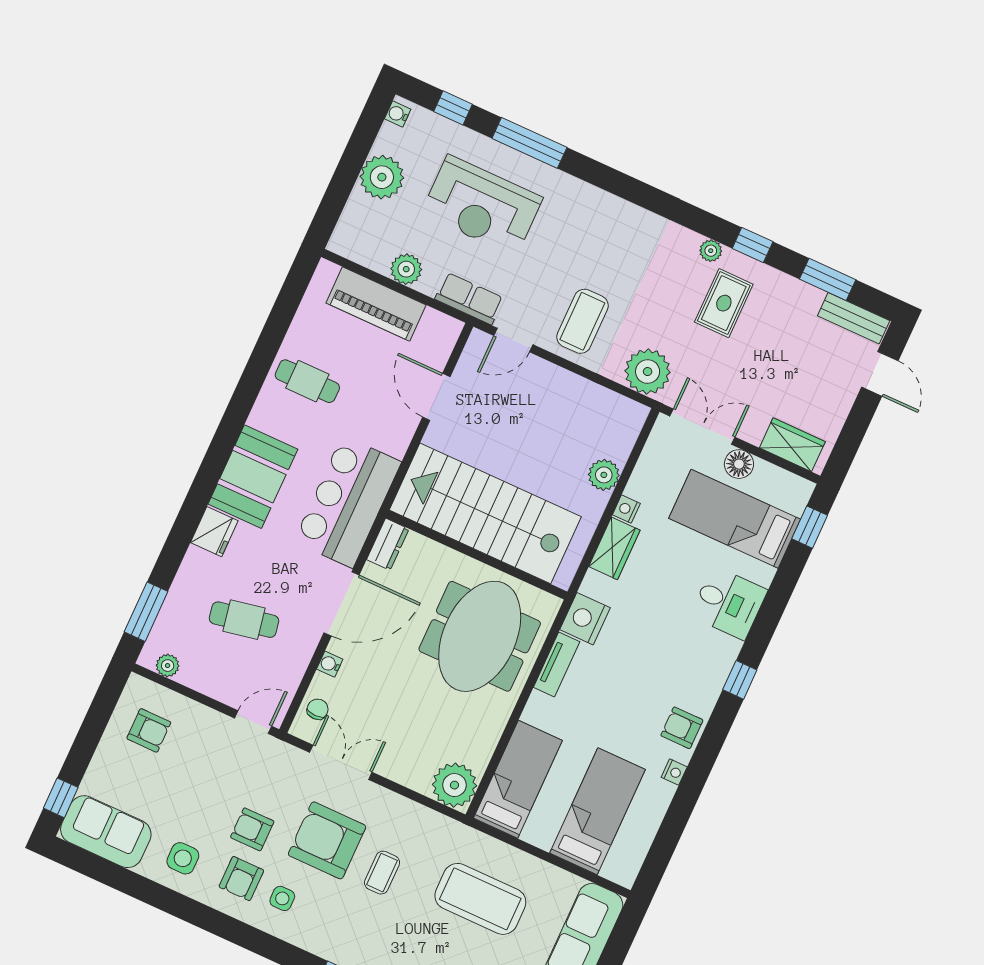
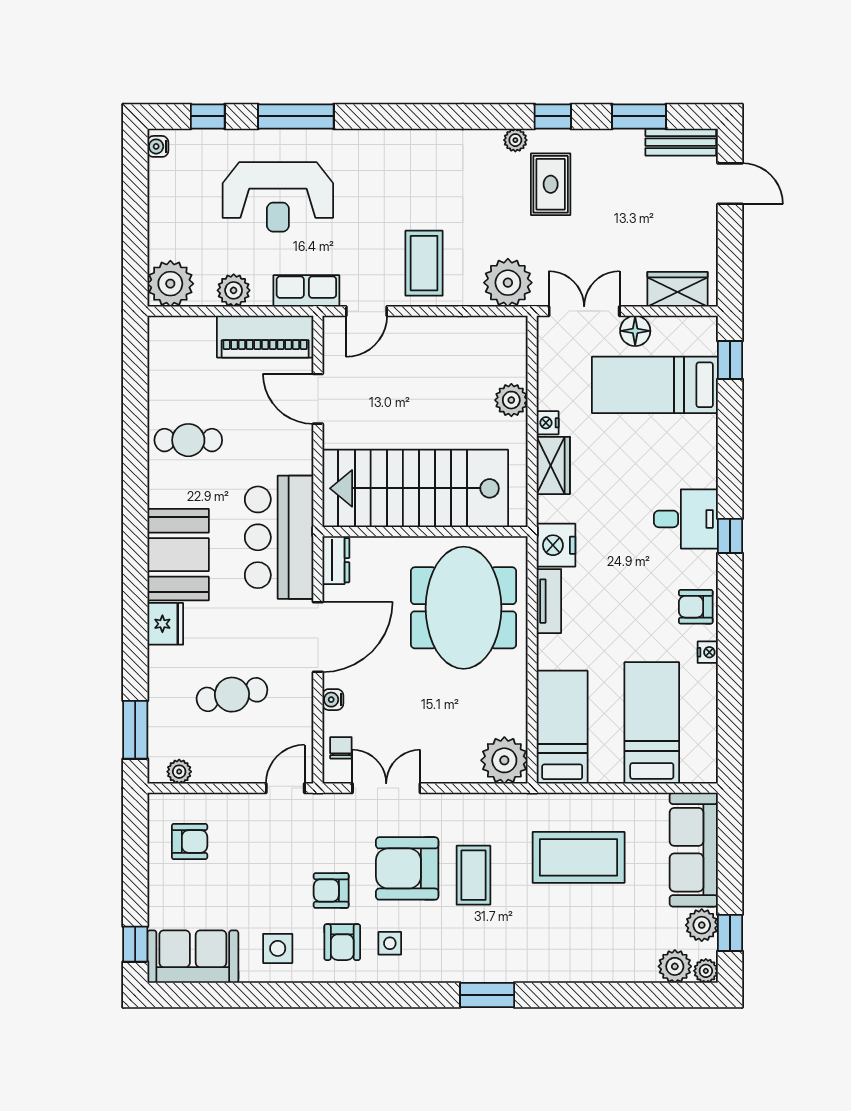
plant: (382, 177) -> (170, 284), moved
piano: (376, 304) -> (265, 337), moved
desk: (729, 603) -> (686, 519), moved
coffee table: (382, 873) -> (473, 875), width x1.36, depth x1.30

